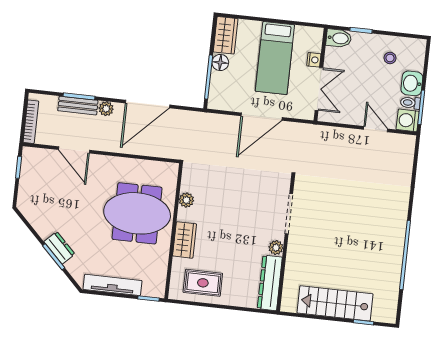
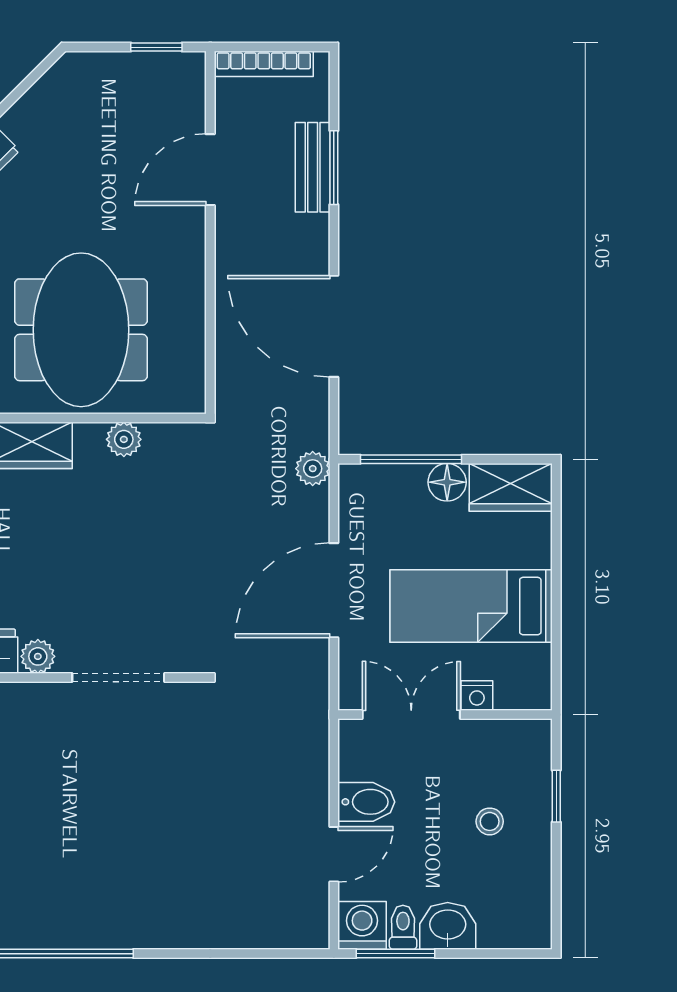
bidet: (339, 38) -> (366, 802), moved, turned -90
stool: (390, 58) -> (490, 821), moved
double door: (319, 89) -> (411, 715), swing flipped
plant: (106, 109) -> (313, 469), moved
door: (262, 117) -> (334, 590), hinge flipped

